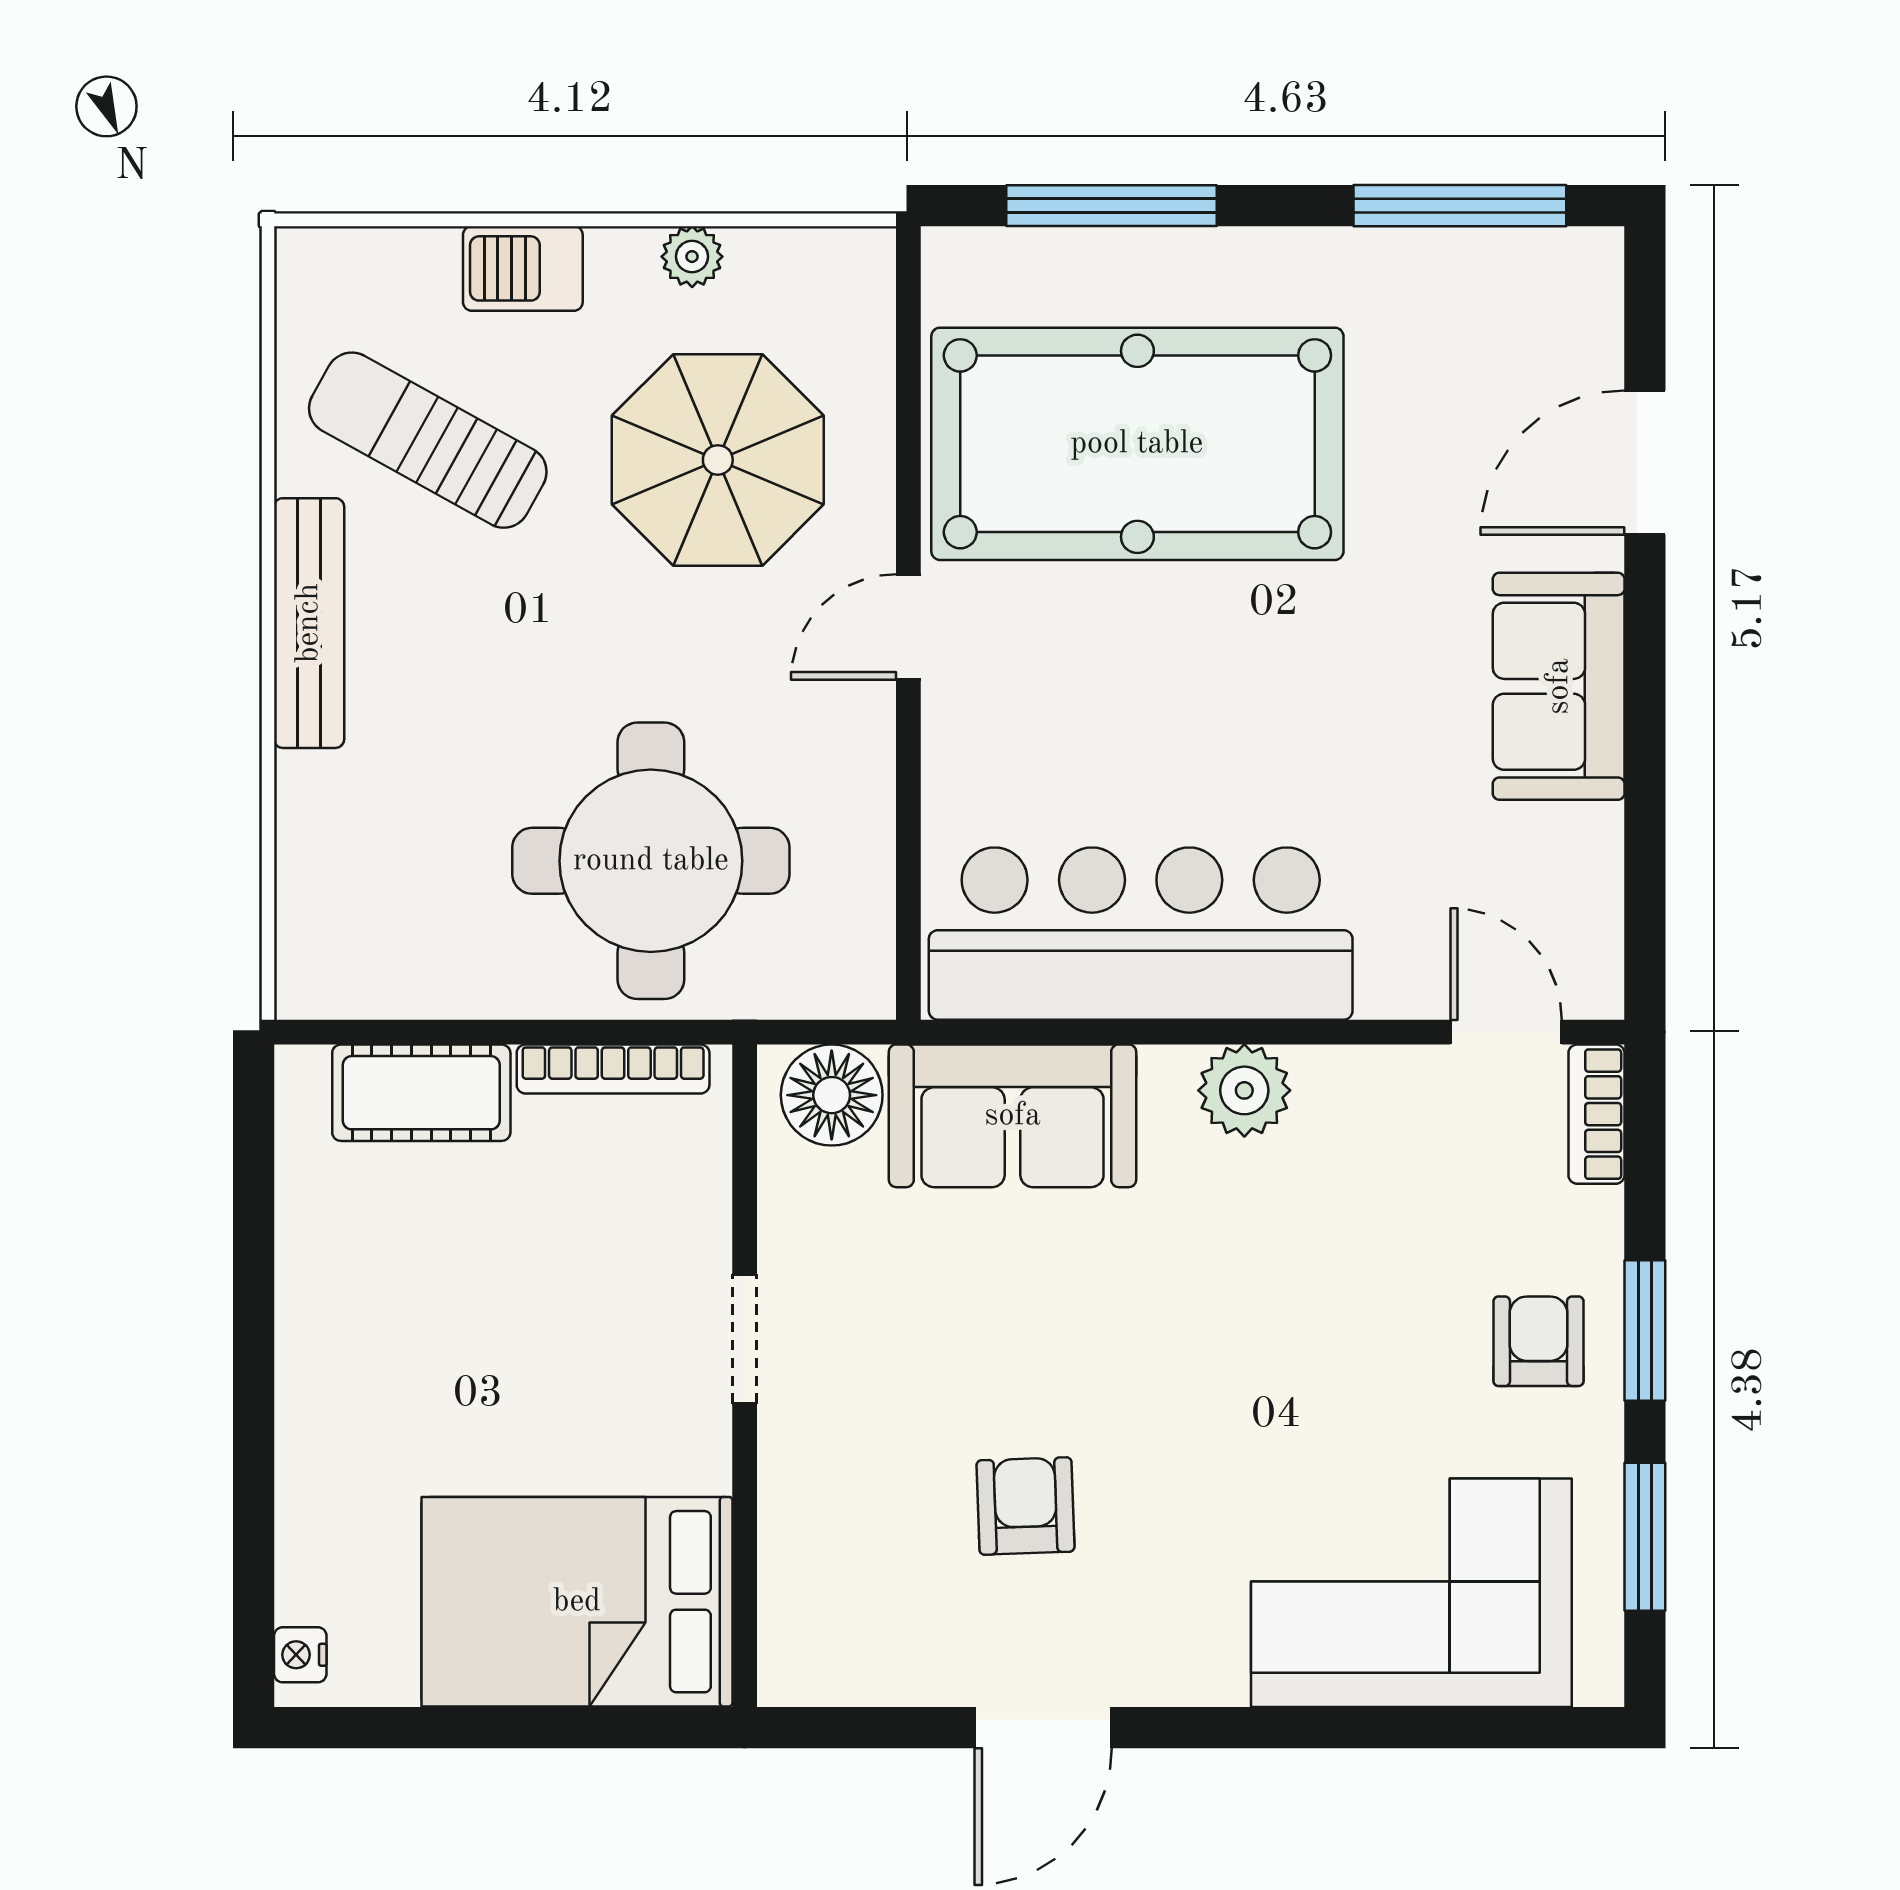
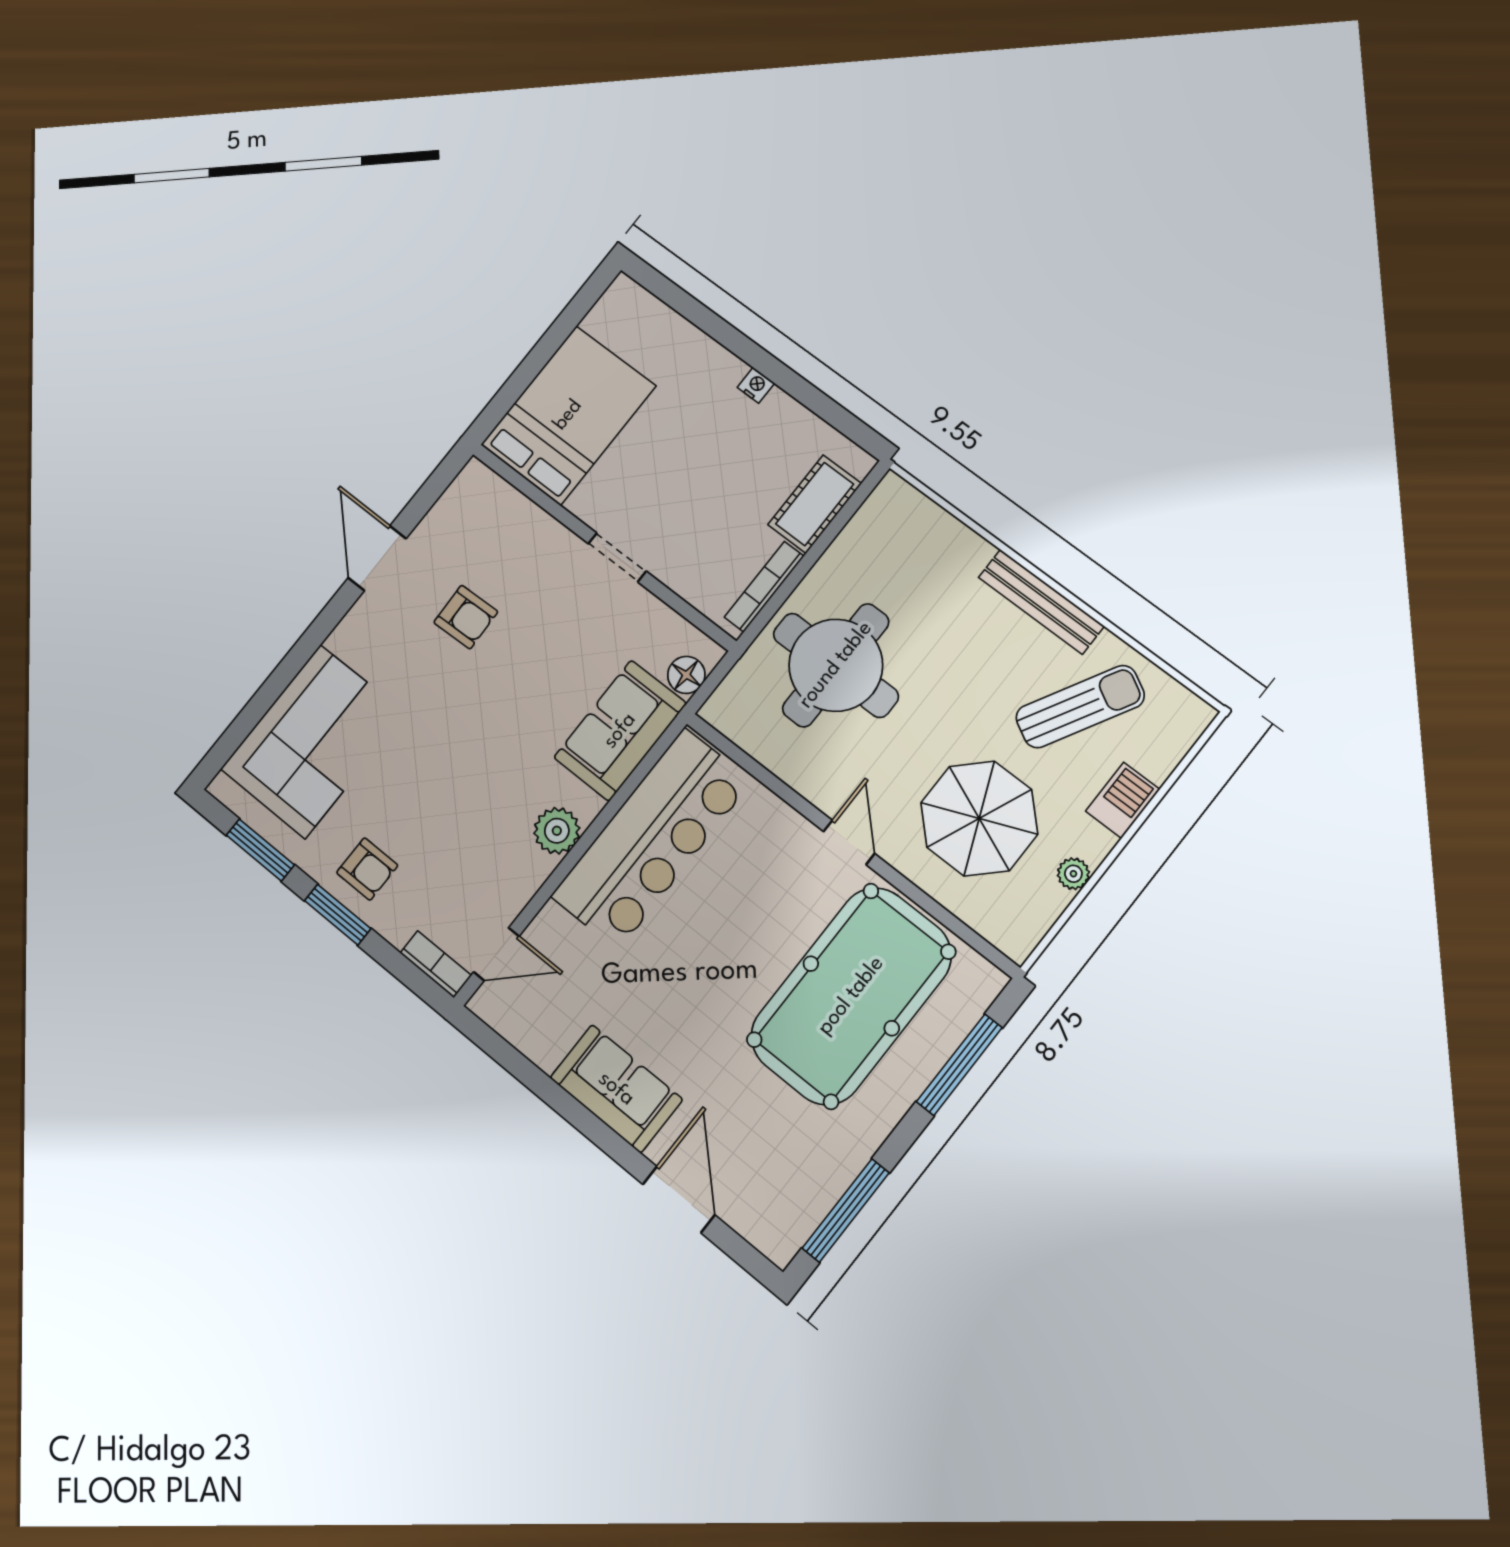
floor lamp: (832, 1095) -> (686, 675), width x0.73, depth x0.73
nightstand: (300, 1655) -> (756, 385), moved

